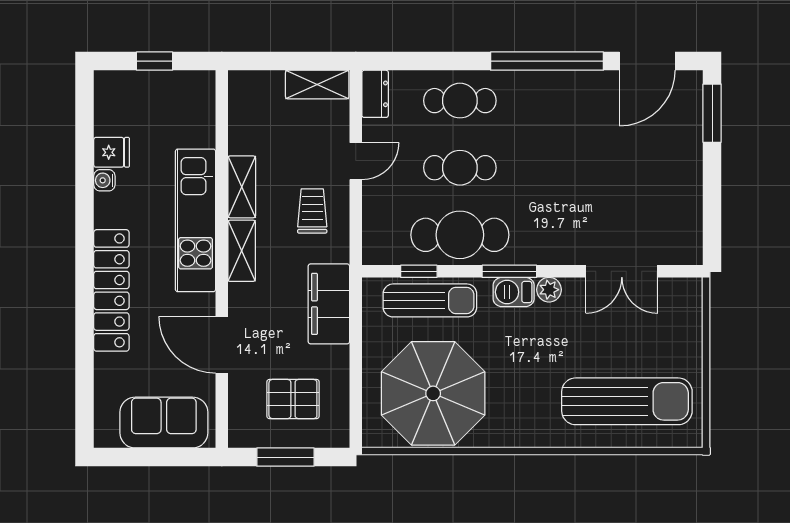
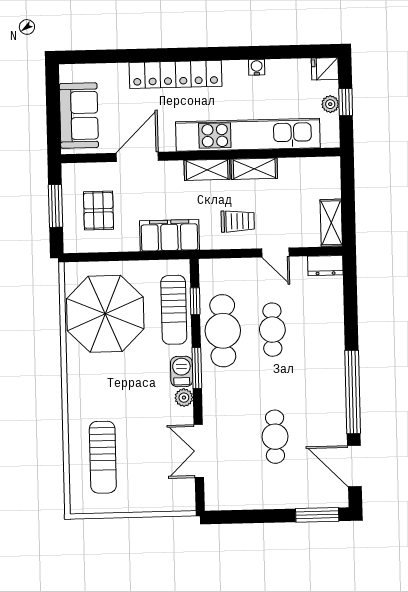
plant: (157, 82) -> (330, 104), added
cafe table: (460, 101) -> (275, 437), moved
fridge: (112, 152) -> (325, 69), moved, turned 90
kitchen unit: (195, 220) -> (248, 135), width x1.36
sun lounger: (627, 401) -> (103, 457), width x0.73, depth x0.75

